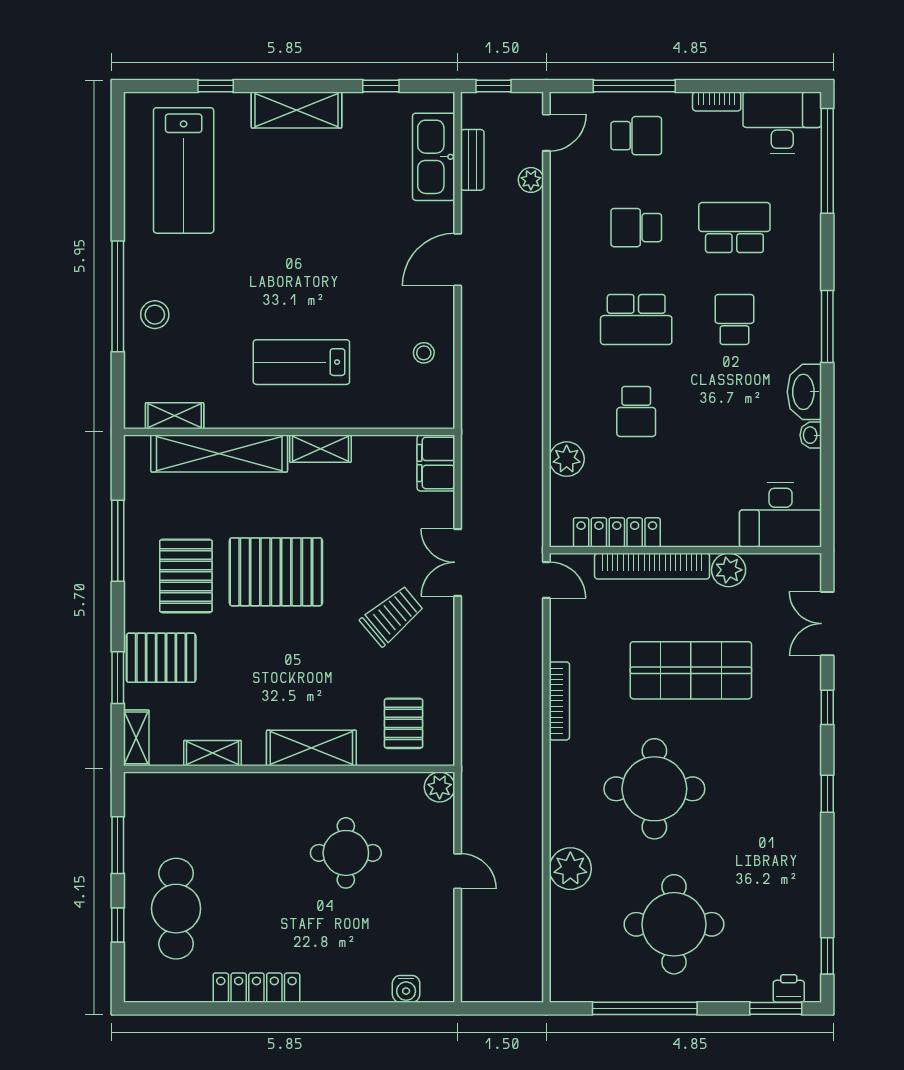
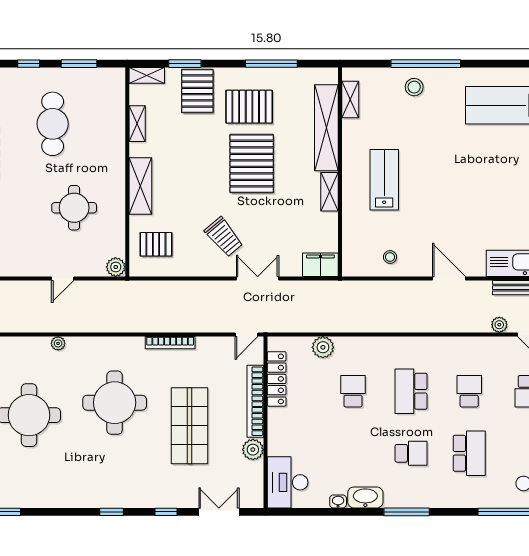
school desk: (636, 411) -> (353, 391), turned 90
plant: (570, 869) -> (58, 343), width x0.53, depth x0.53
cafe table: (176, 909) -> (53, 124), moved, turned 90

